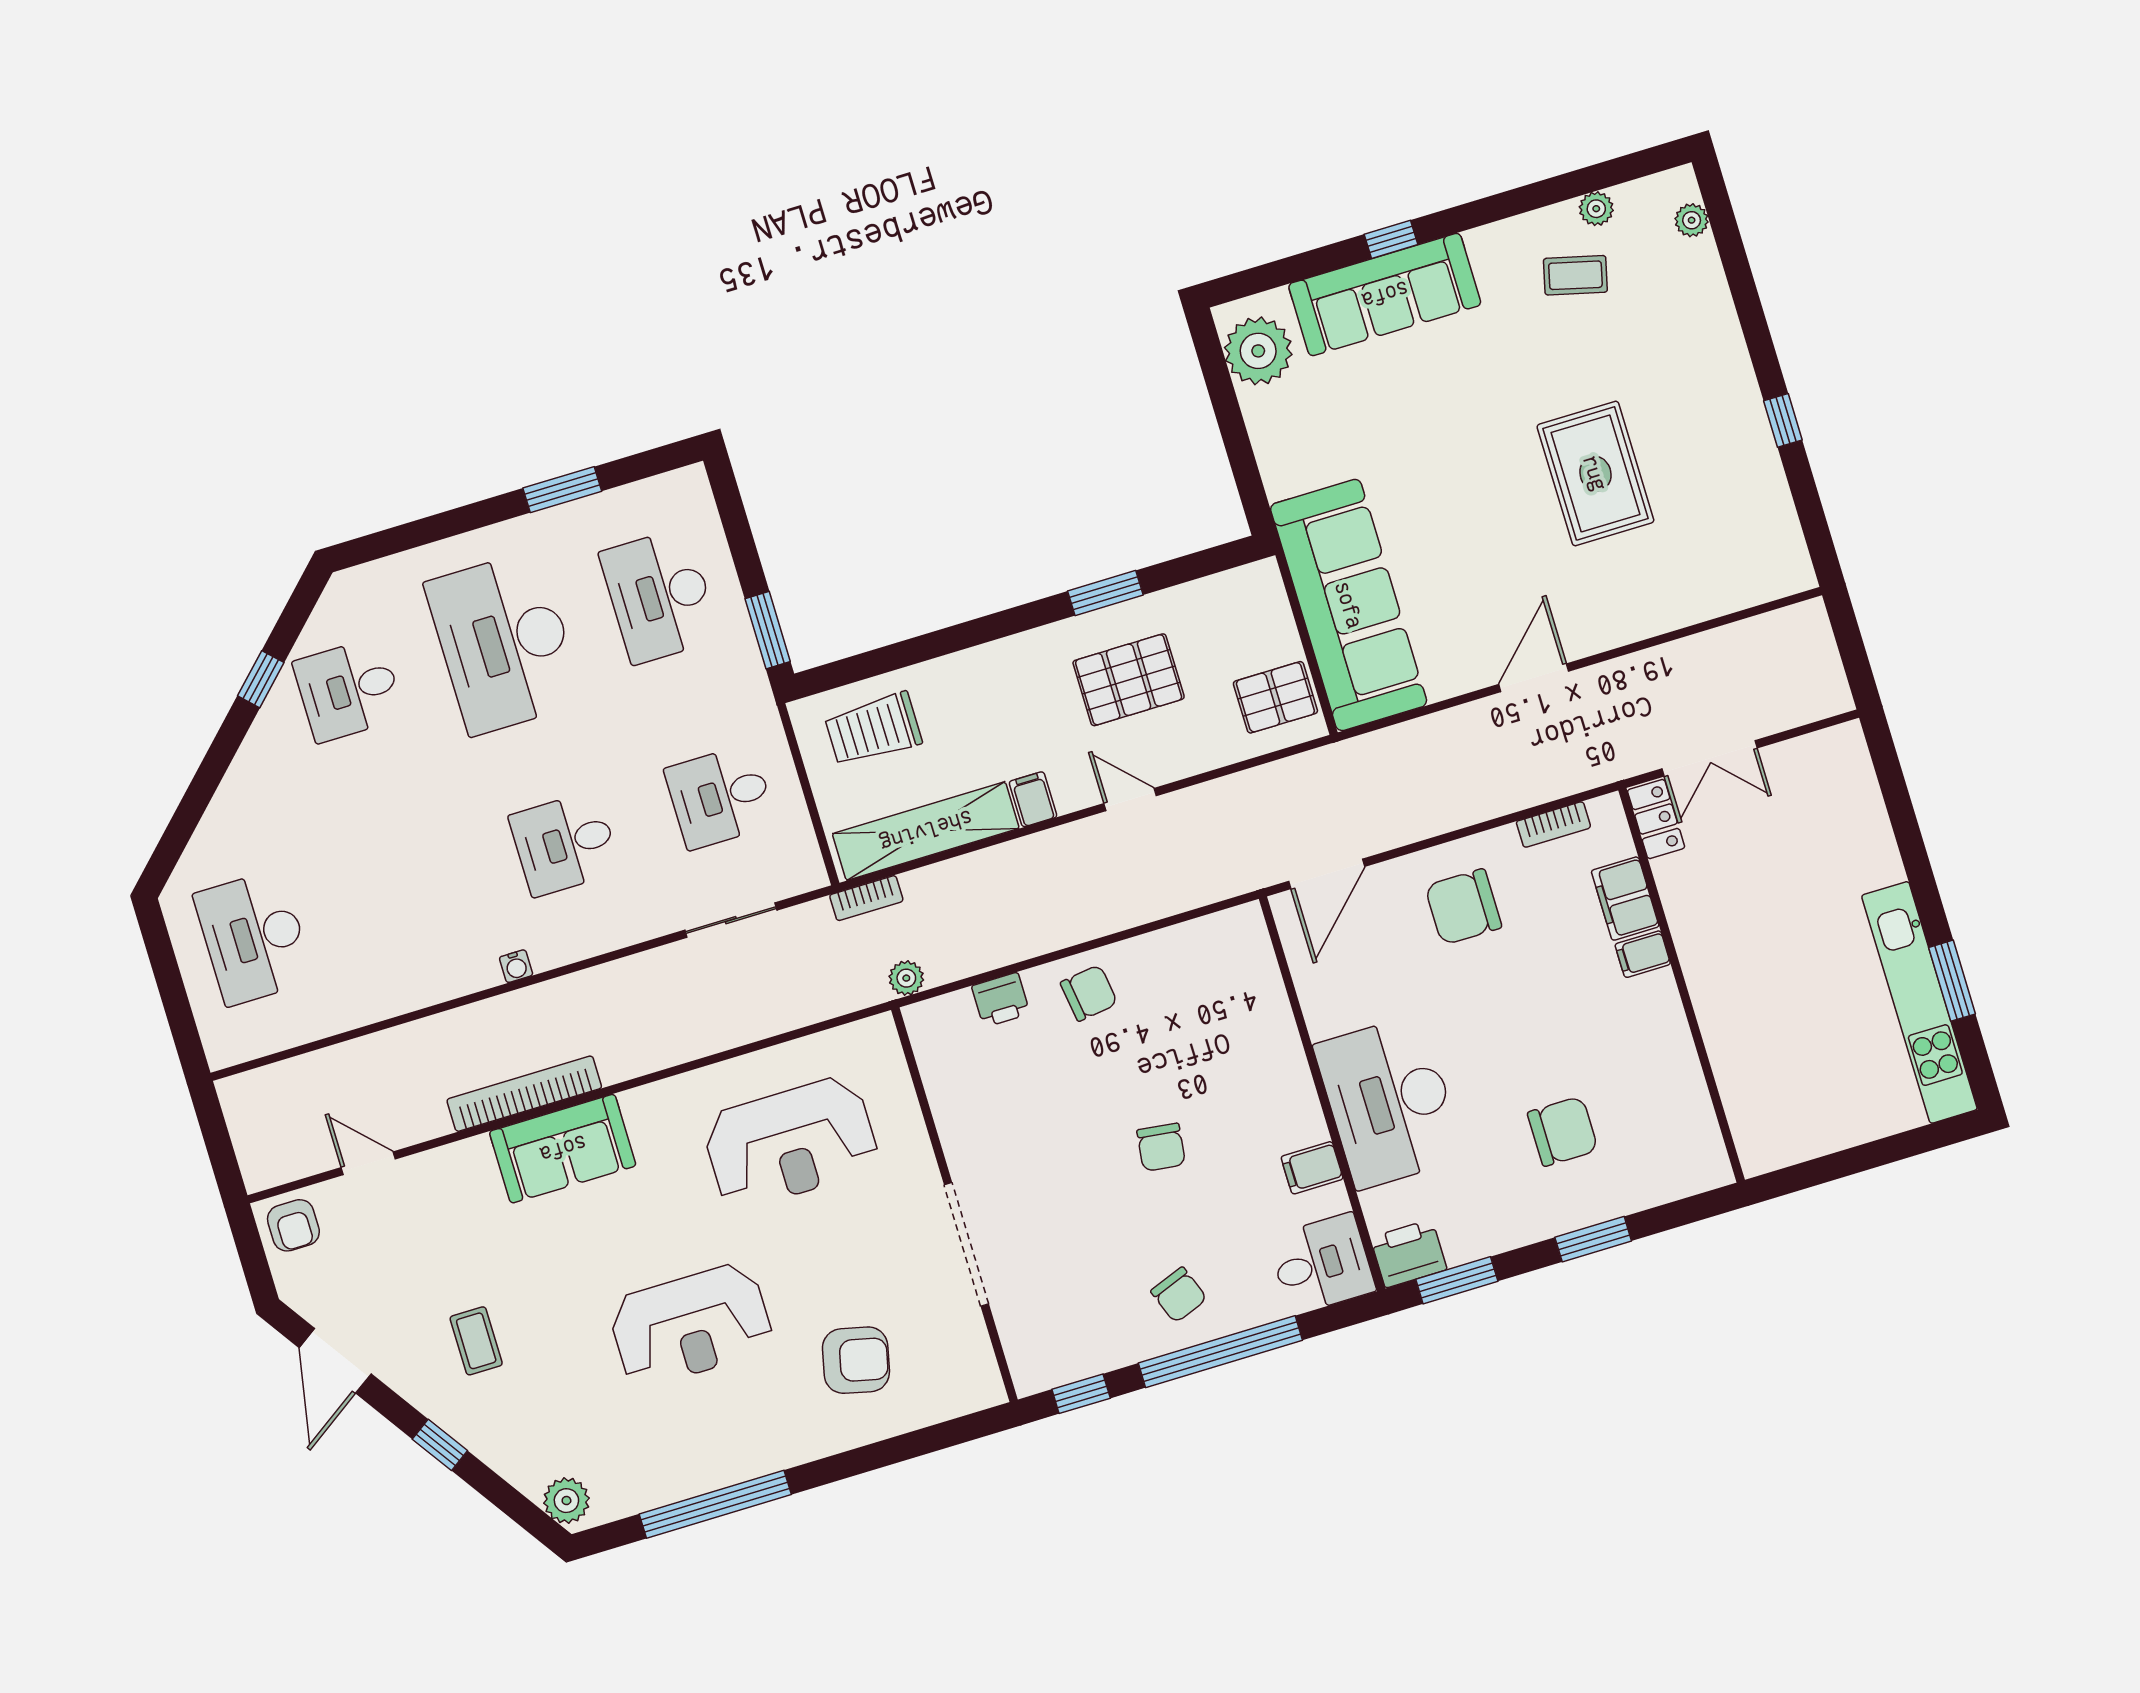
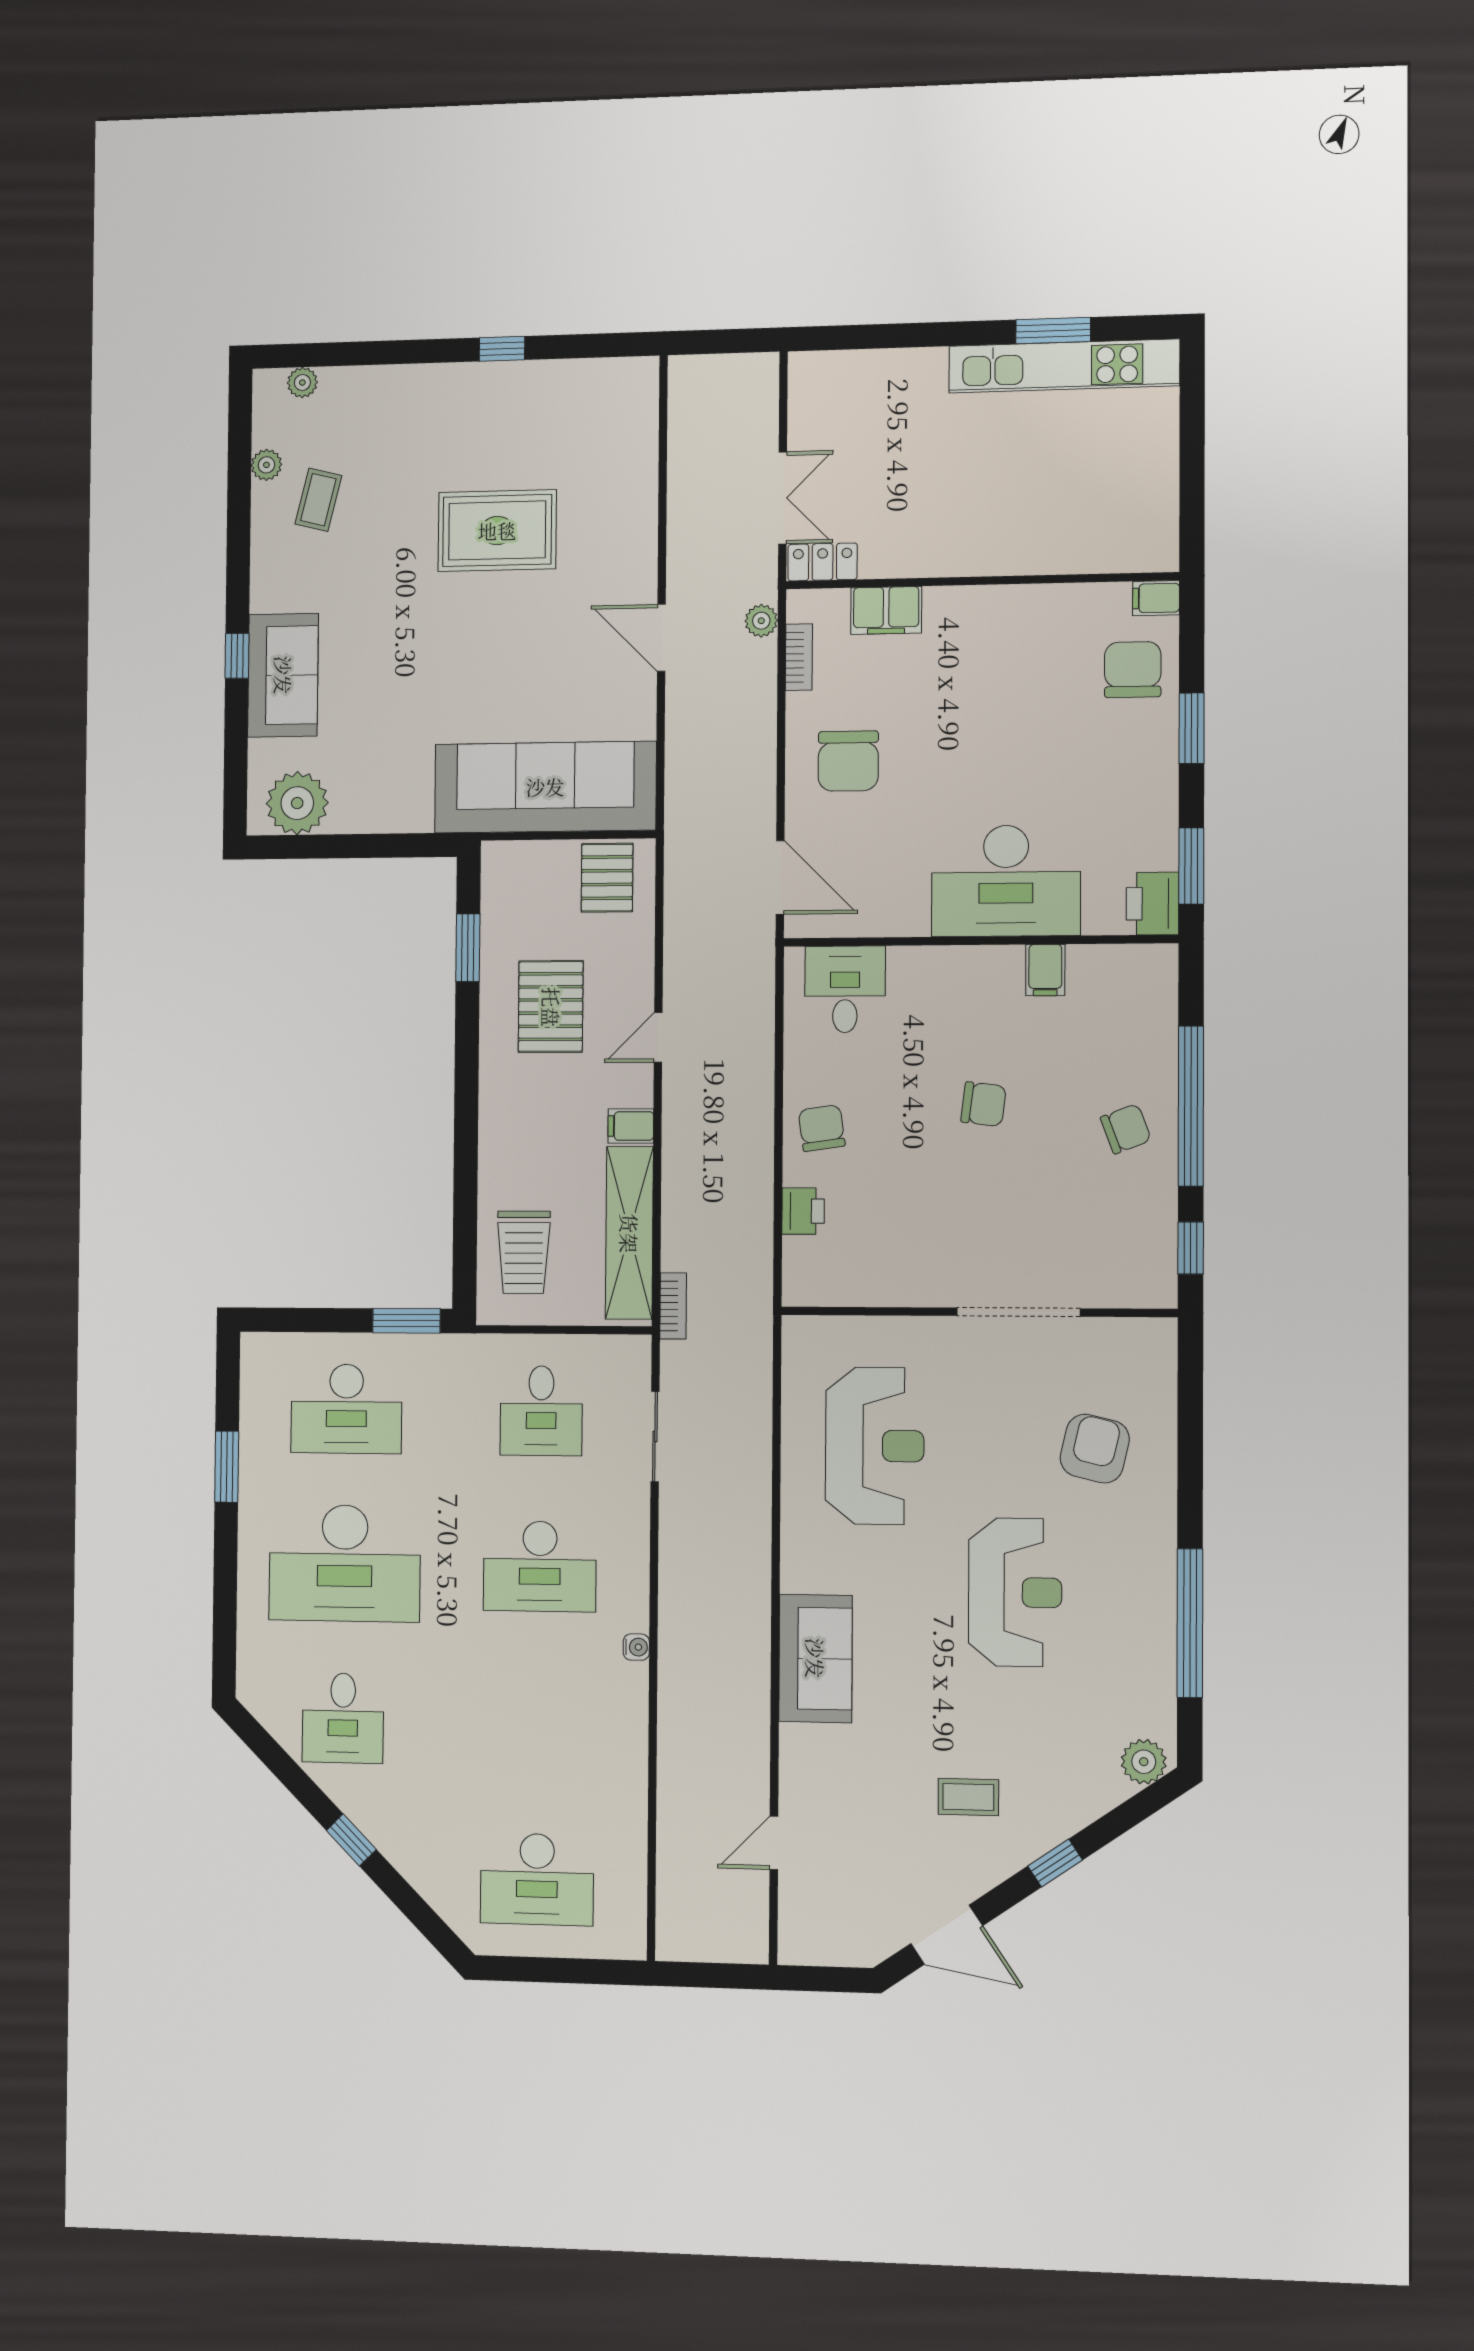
sofa: (1385, 295) -> (283, 675), width x0.73
window: (1105, 593) -> (468, 948), moved
window: (261, 679) -> (351, 1840), moved
desk: (565, 844) -> (540, 1566), width x1.37
filing cabinet: (1643, 954) -> (1156, 598), moved, turned 90
plant: (906, 978) -> (761, 621), moved
bookcase: (524, 1094) -> (754, 1677), removed
chair: (1563, 1131) -> (1133, 670), moved
armchair: (293, 1225) -> (810, 1931), removed
desk: (1322, 1264) -> (845, 989), moved

